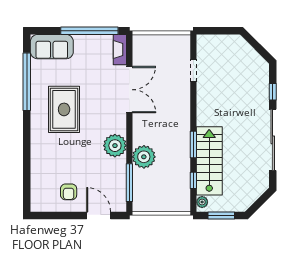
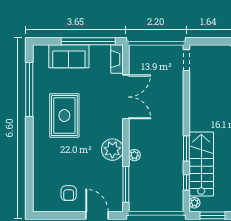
sofa: (52, 47) -> (69, 56), moved
doorway: (193, 71) -> (186, 60), moved
plant: (144, 157) -> (134, 155), width x0.53, depth x0.53

